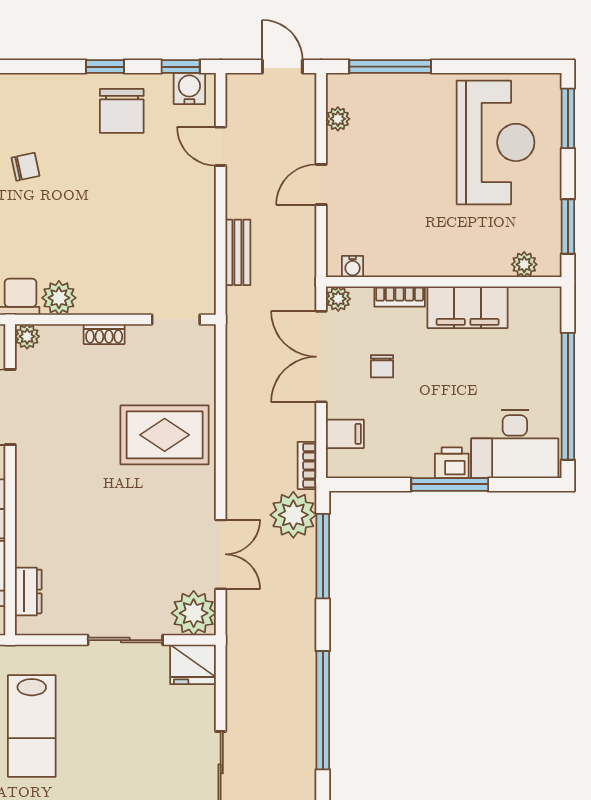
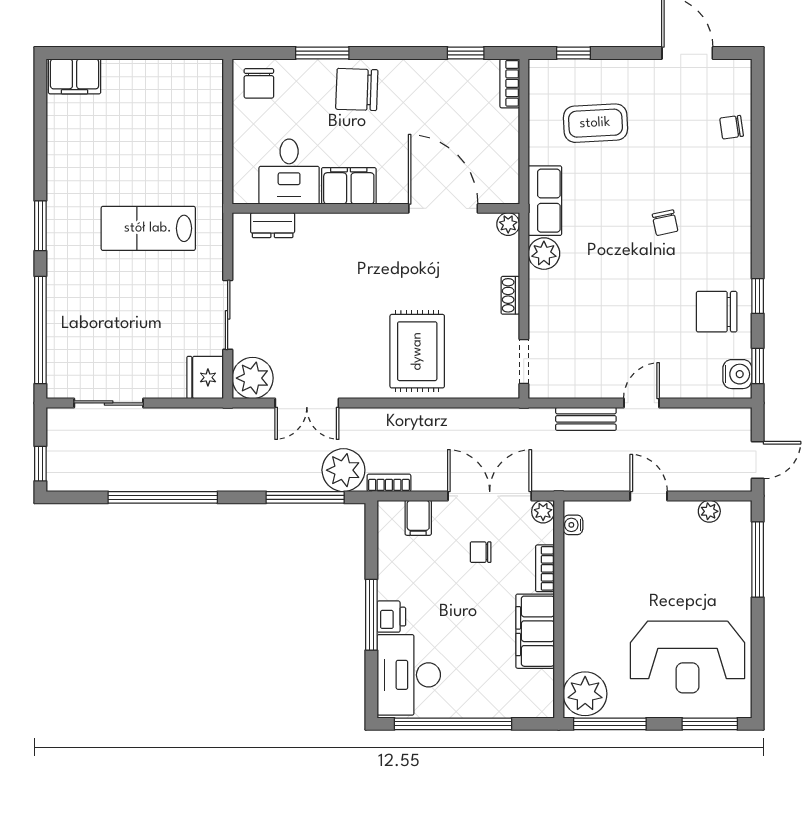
door: (221, 146) -> (641, 403), moved
window: (568, 226) -> (610, 724), width x1.44
plant: (524, 264) -> (585, 694), width x1.88, depth x1.88

